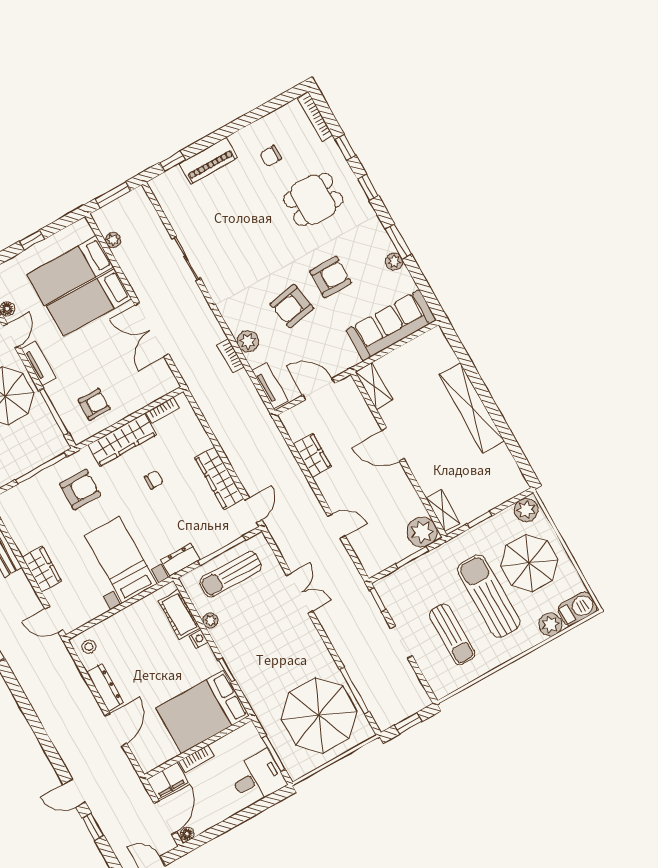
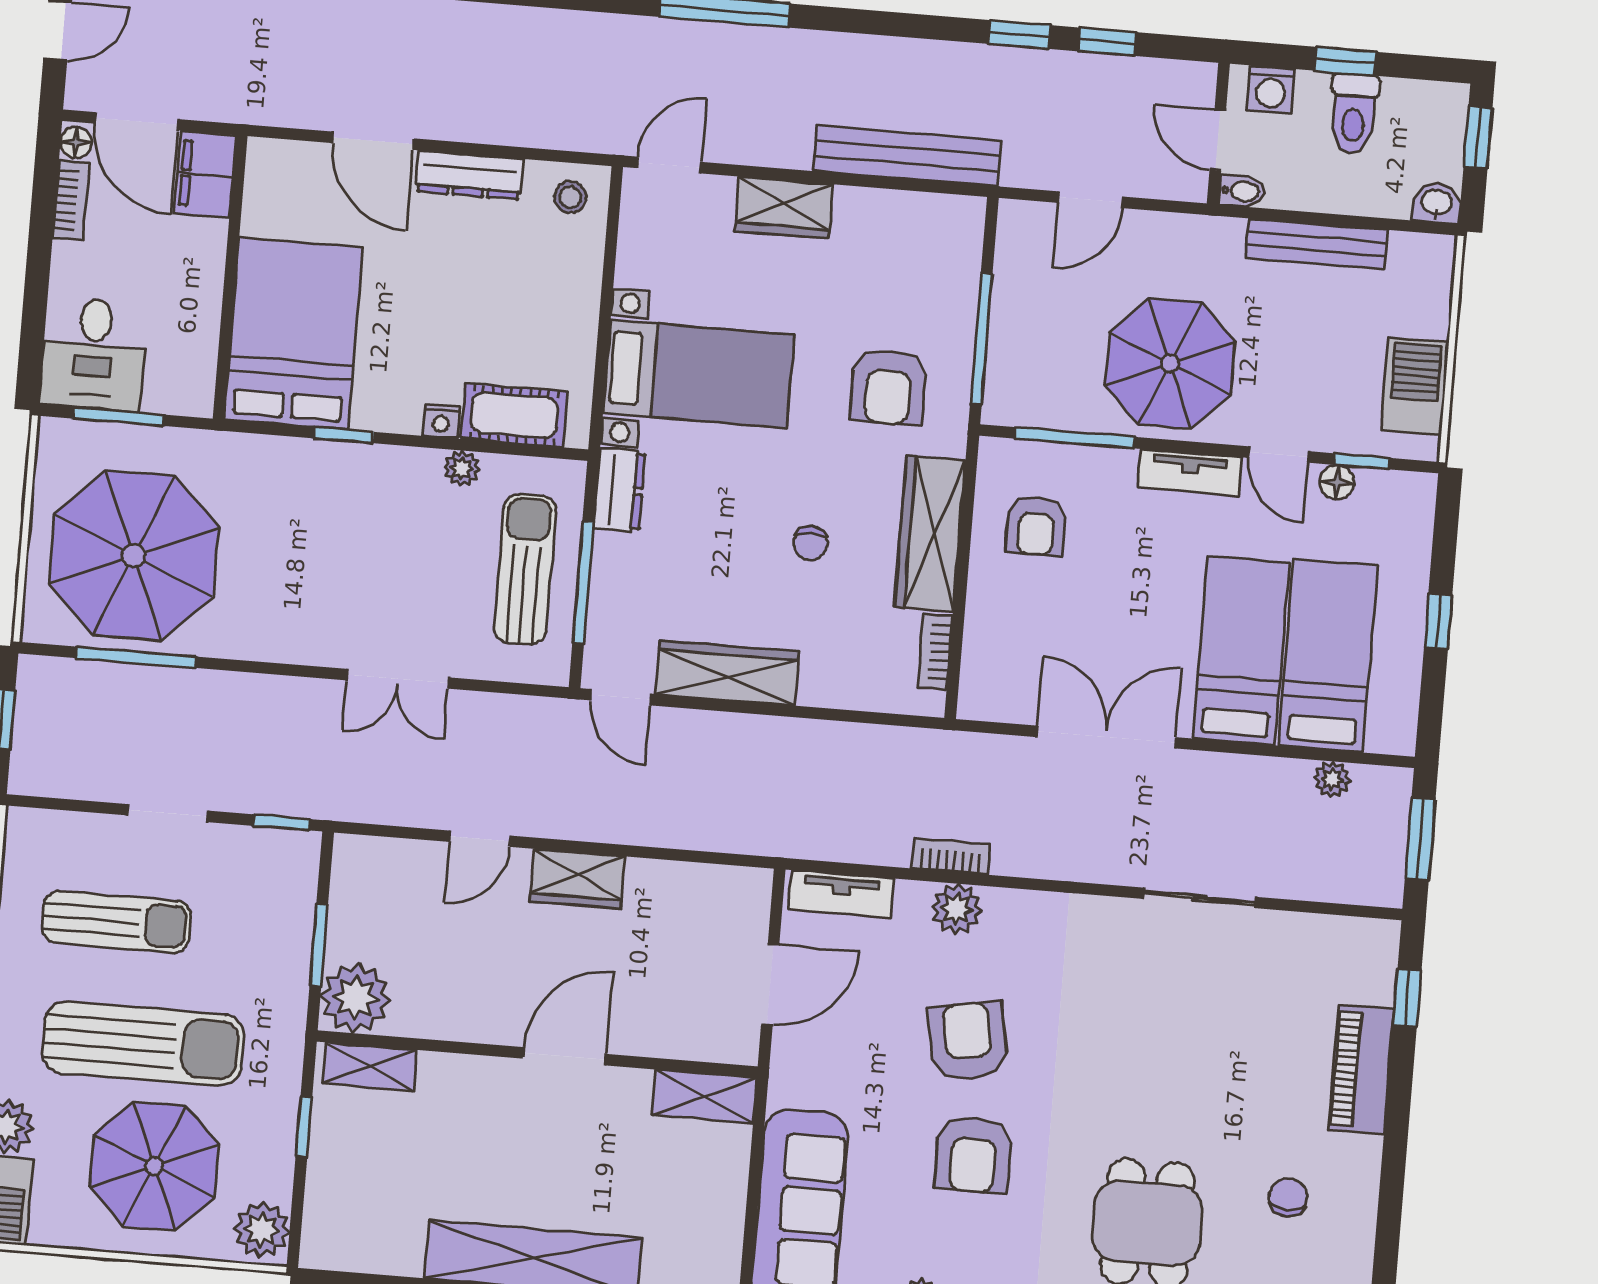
wardrobe: (312, 455) -> (577, 879), moved
sun lounger: (452, 634) -> (116, 922), turned 180
bookcase: (196, 759) -> (71, 200), moved, turned 180

